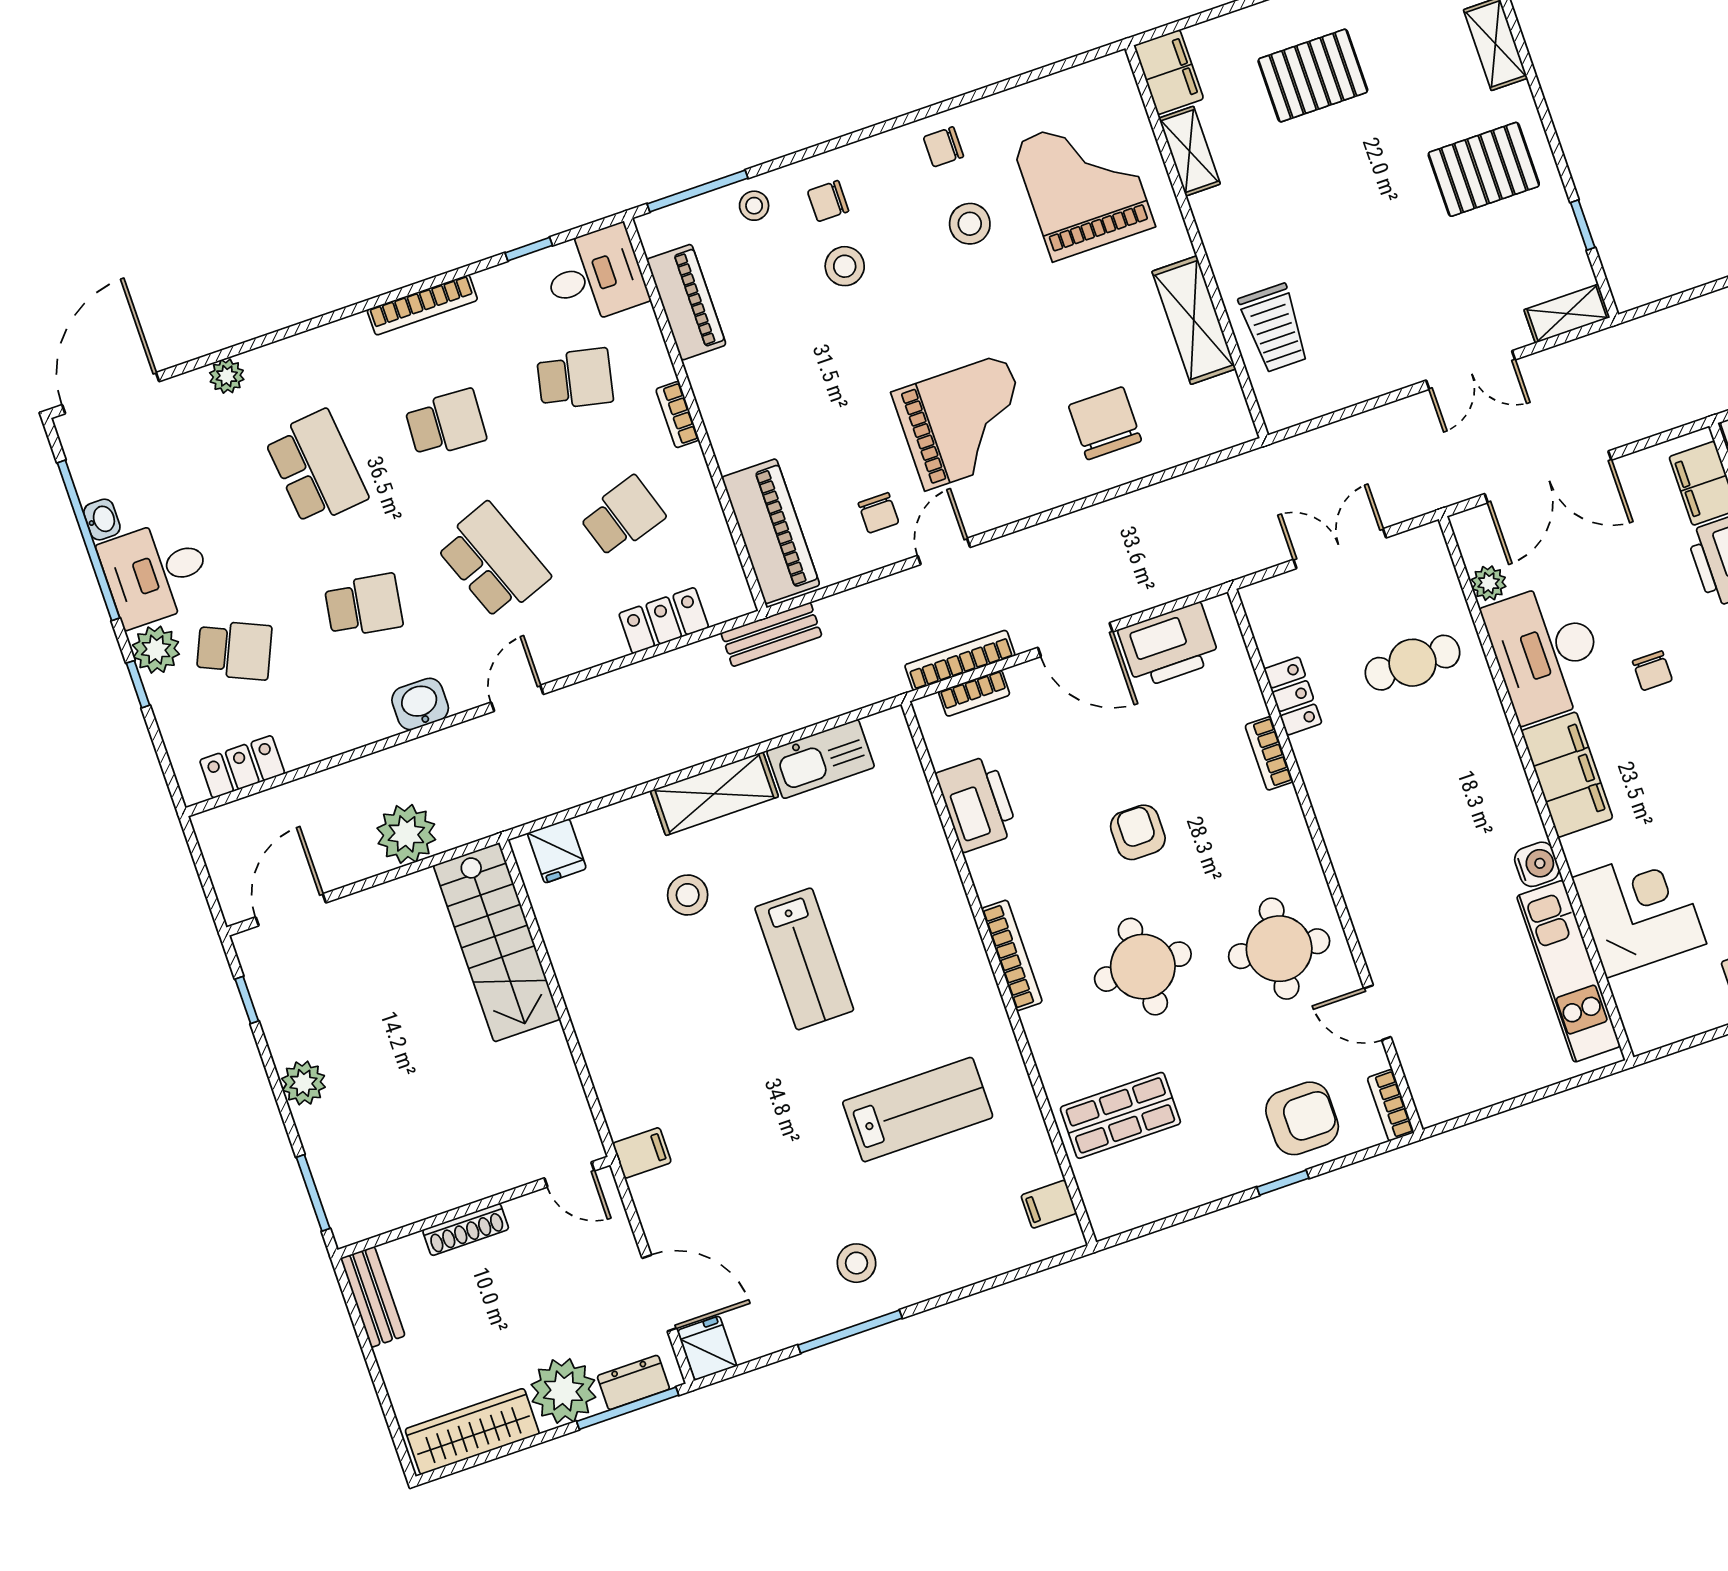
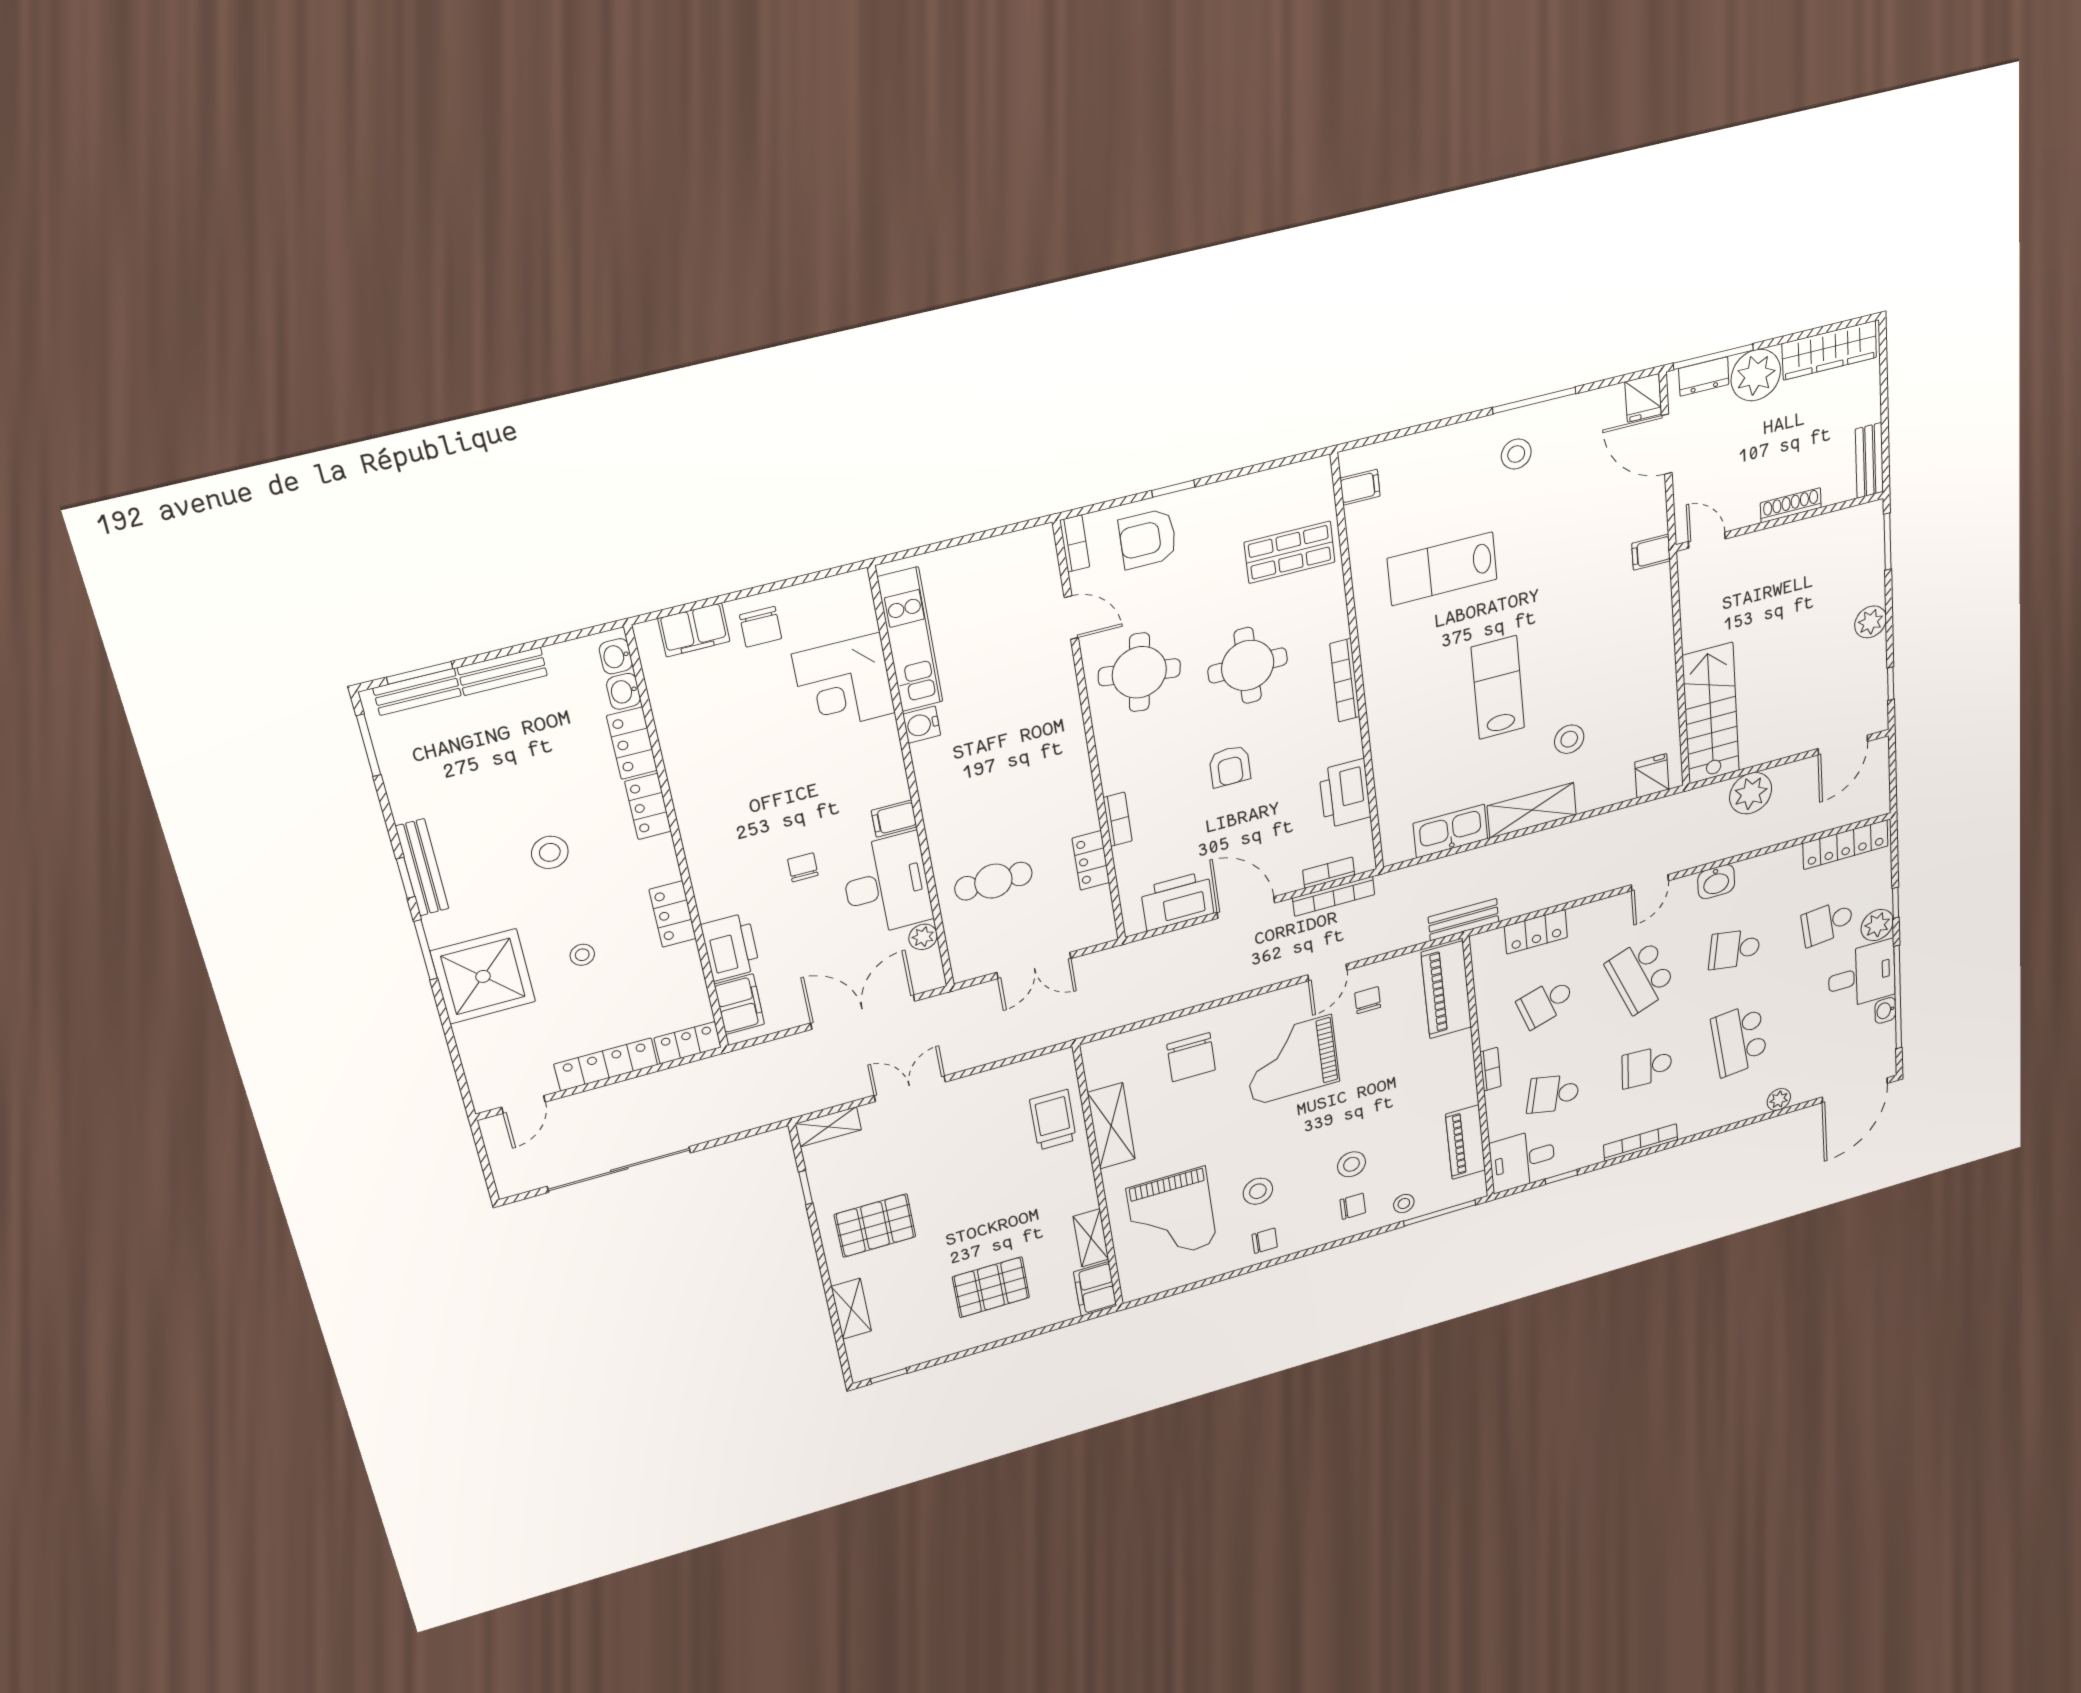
school desk: (234, 650) -> (1827, 923), turned -30
locker: (242, 767) -> (1845, 845), width x1.53
filing cabinet: (1567, 775) -> (894, 819), width x0.33, depth x0.86

